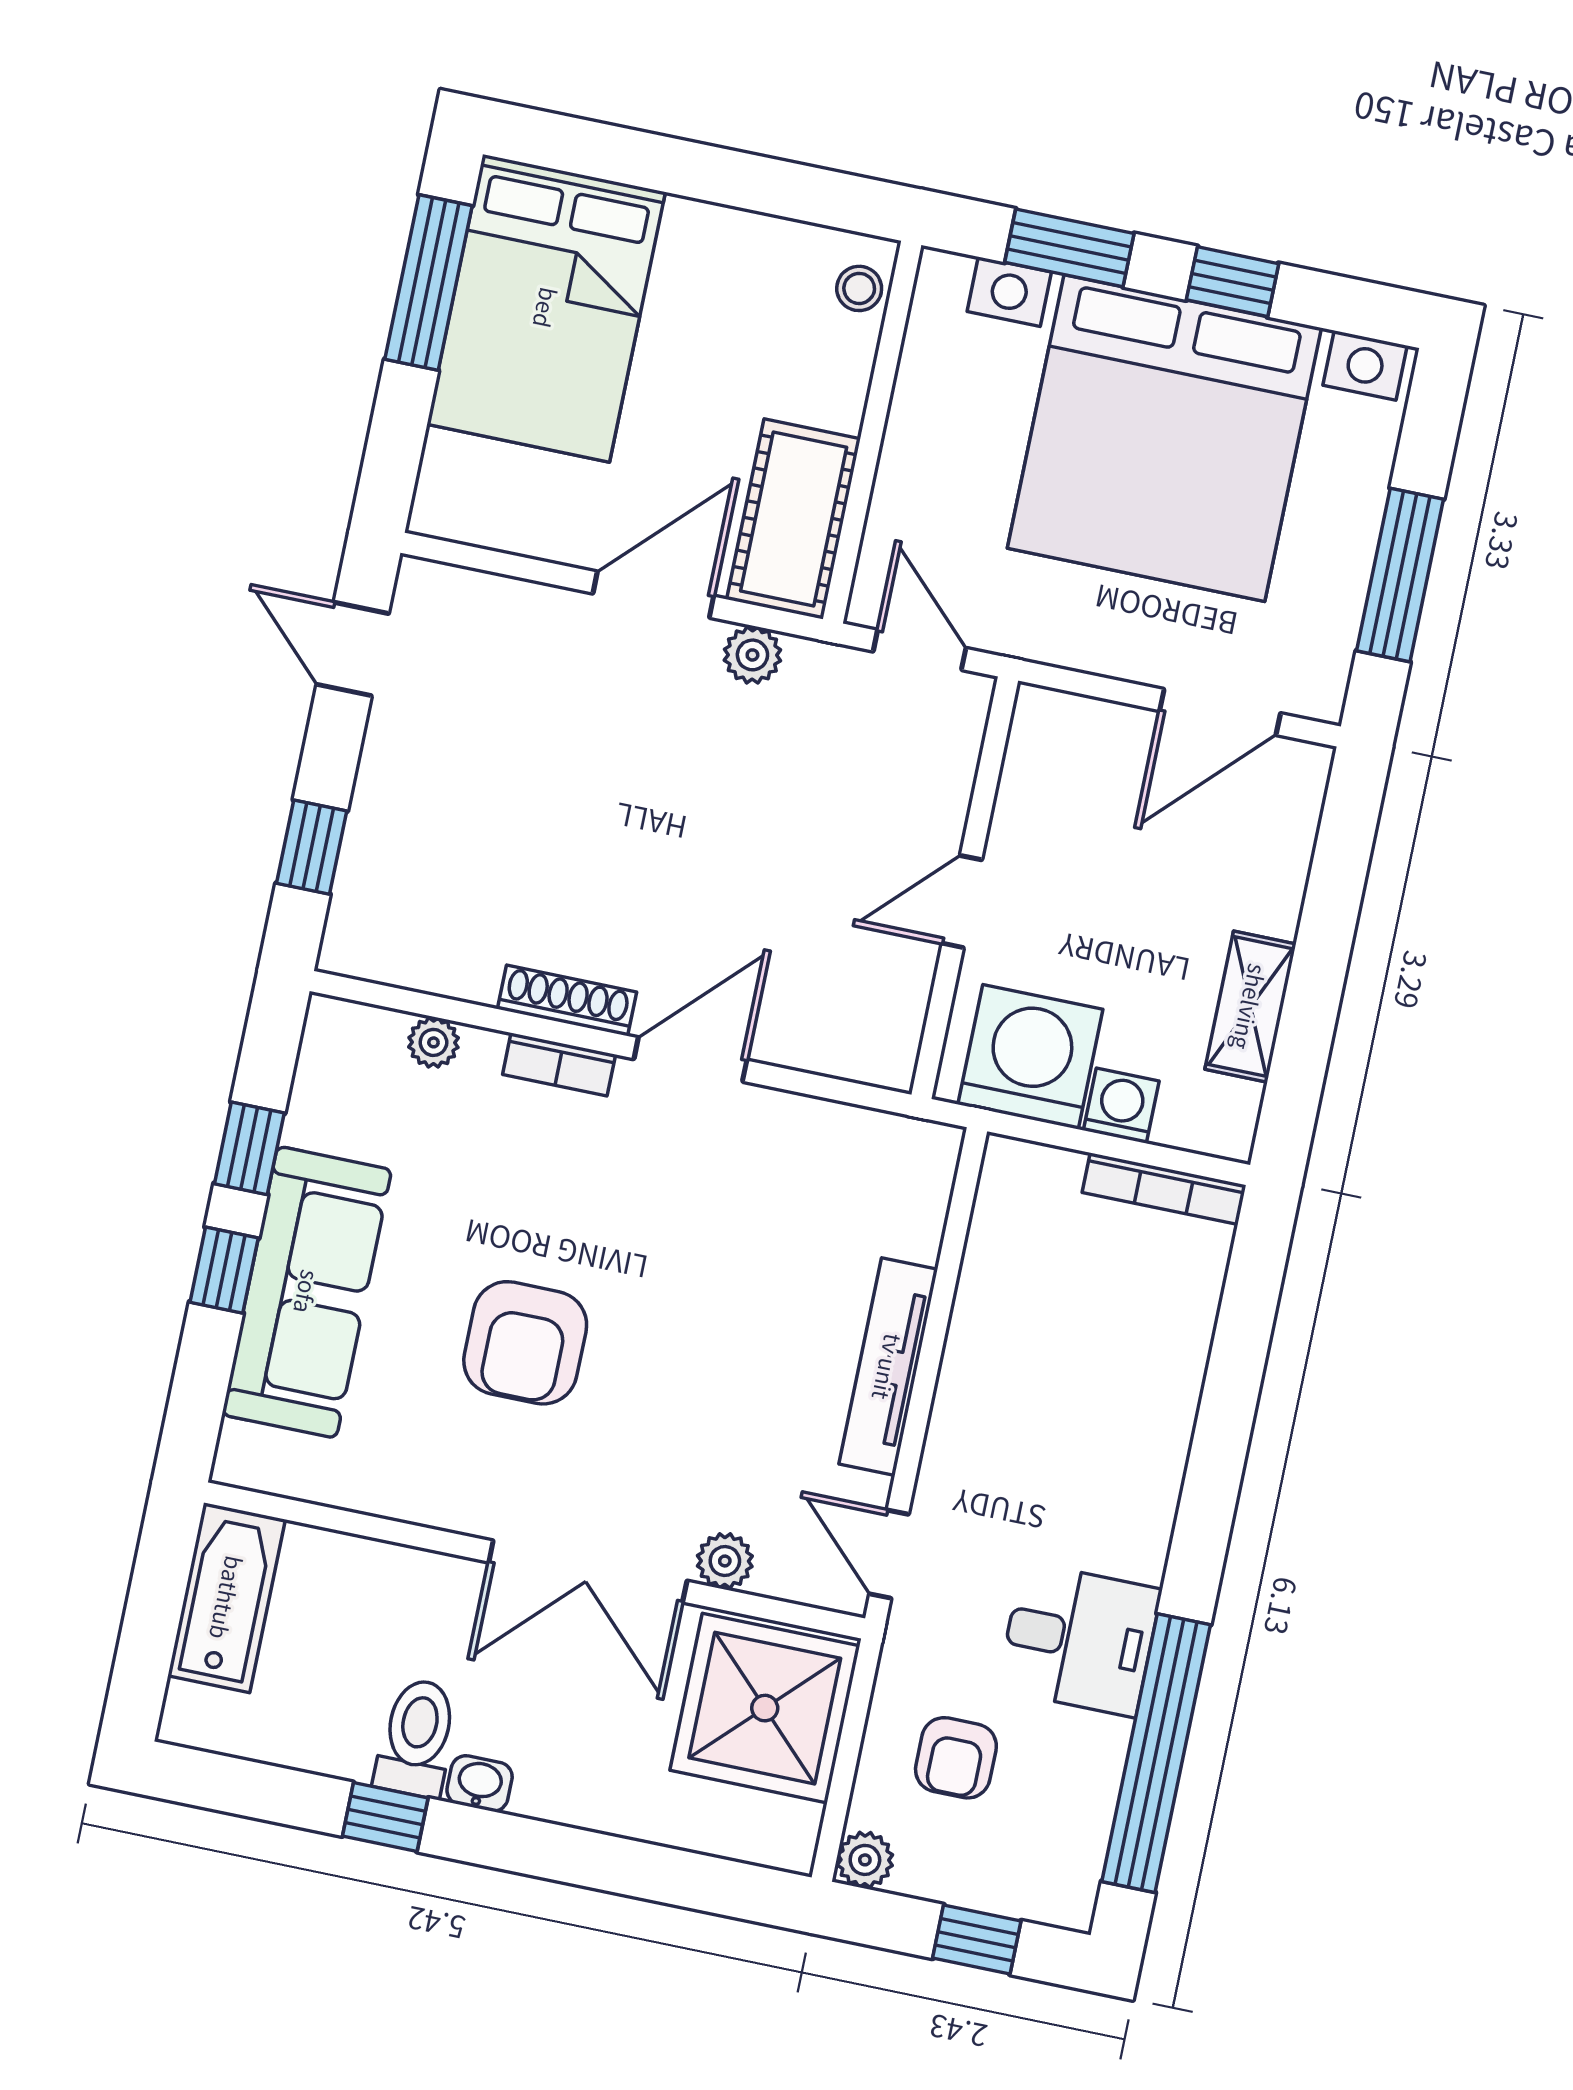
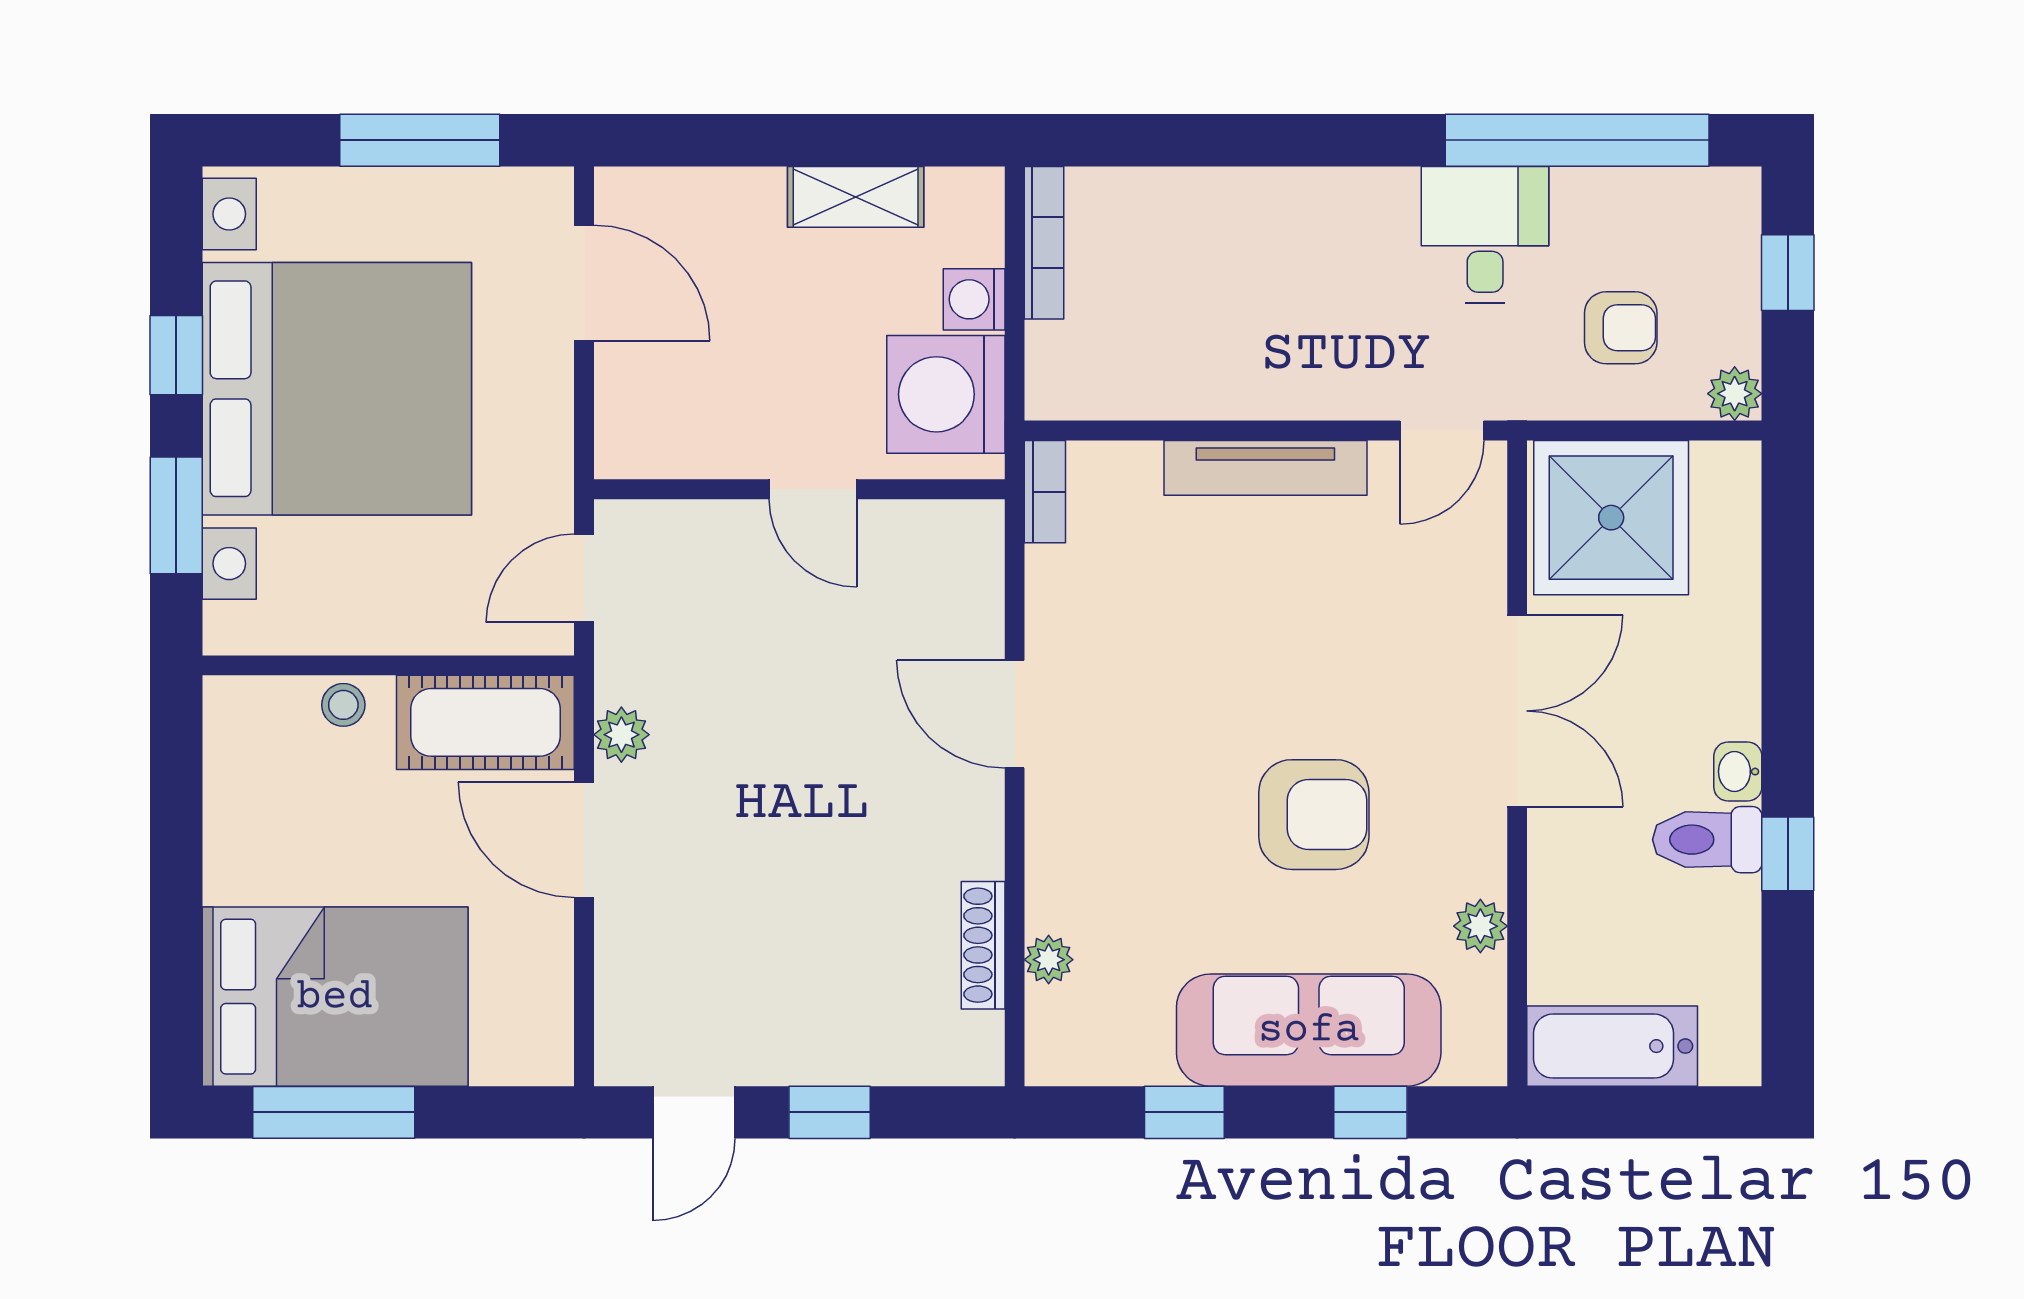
stool: (859, 288) -> (343, 705), moved
window: (312, 847) -> (830, 1112), moved
shoe rack: (567, 1000) -> (983, 945), moved
bookcase: (559, 1064) -> (1045, 492), moved
window: (224, 1270) -> (1370, 1112), moved
plant: (725, 1561) -> (1480, 926), moved

